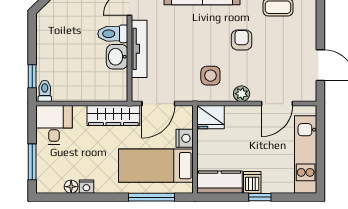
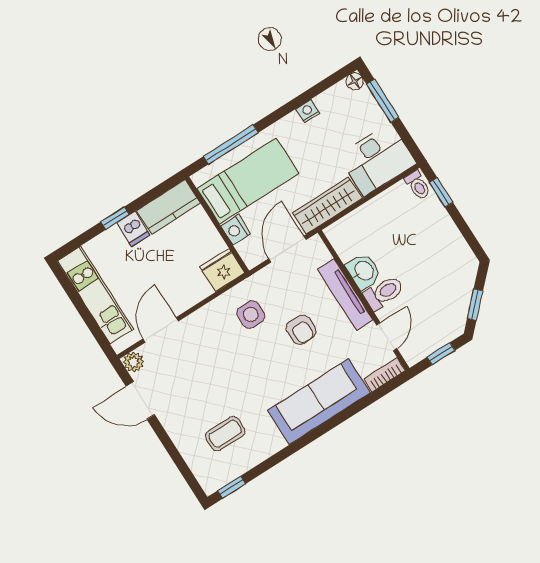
armchair: (242, 40) -> (301, 330), moved
plant: (242, 94) -> (133, 362), moved
desk: (54, 125) -> (377, 160), width x1.37
floor lamp: (71, 187) -> (355, 81), moved

